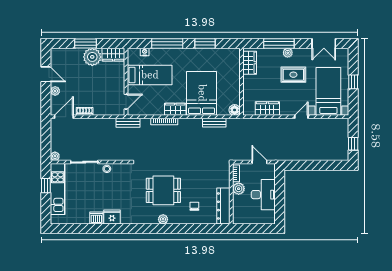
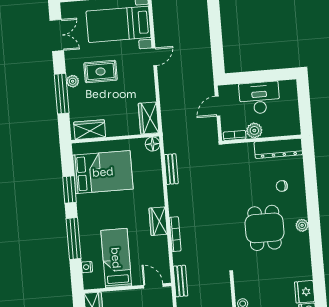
rug: (293, 75) -> (101, 71), turned 90
bed: (202, 93) -> (103, 172), moved, turned 180
wardrobe: (267, 109) -> (149, 118), moved
door: (301, 117) -> (154, 57), swing flipped

